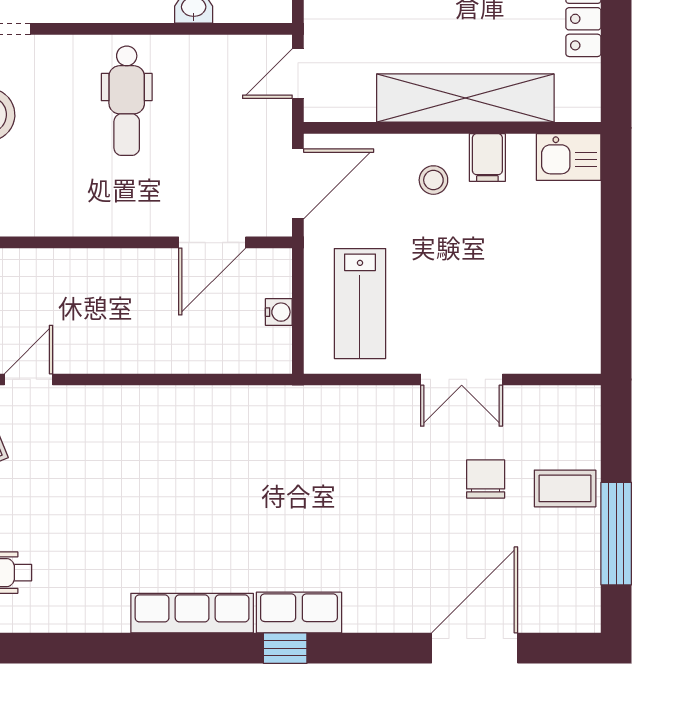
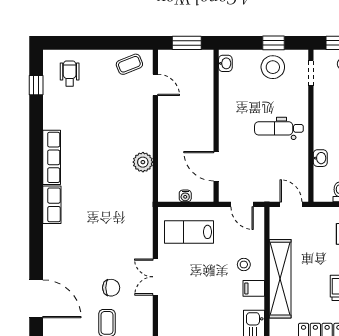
door: (298, 184) -> (242, 204), width x0.73
plant: (203, 408) -> (143, 162), added
window: (285, 648) -> (36, 85), moved
door: (475, 648) -> (36, 299), moved

